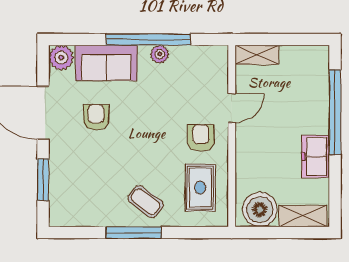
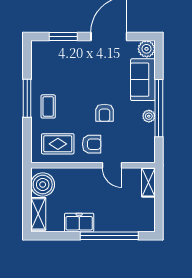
armchair: (96, 117) -> (104, 113), moved, turned 90
coffee table: (146, 202) -> (48, 106), turned -37

